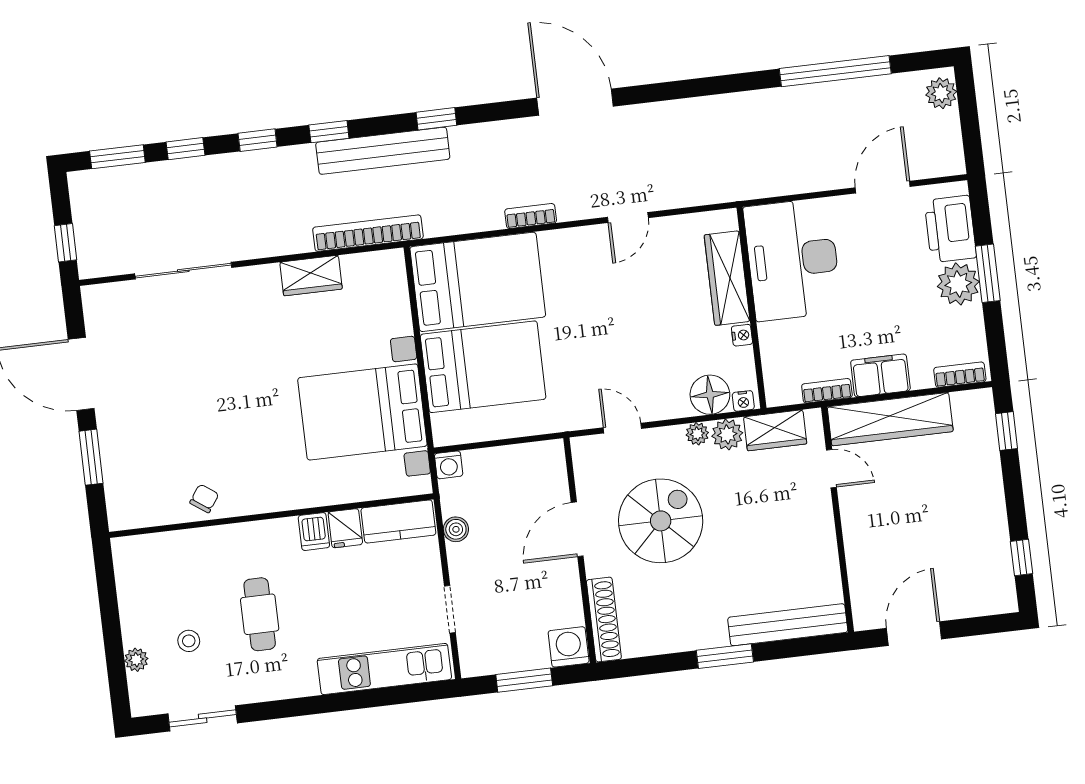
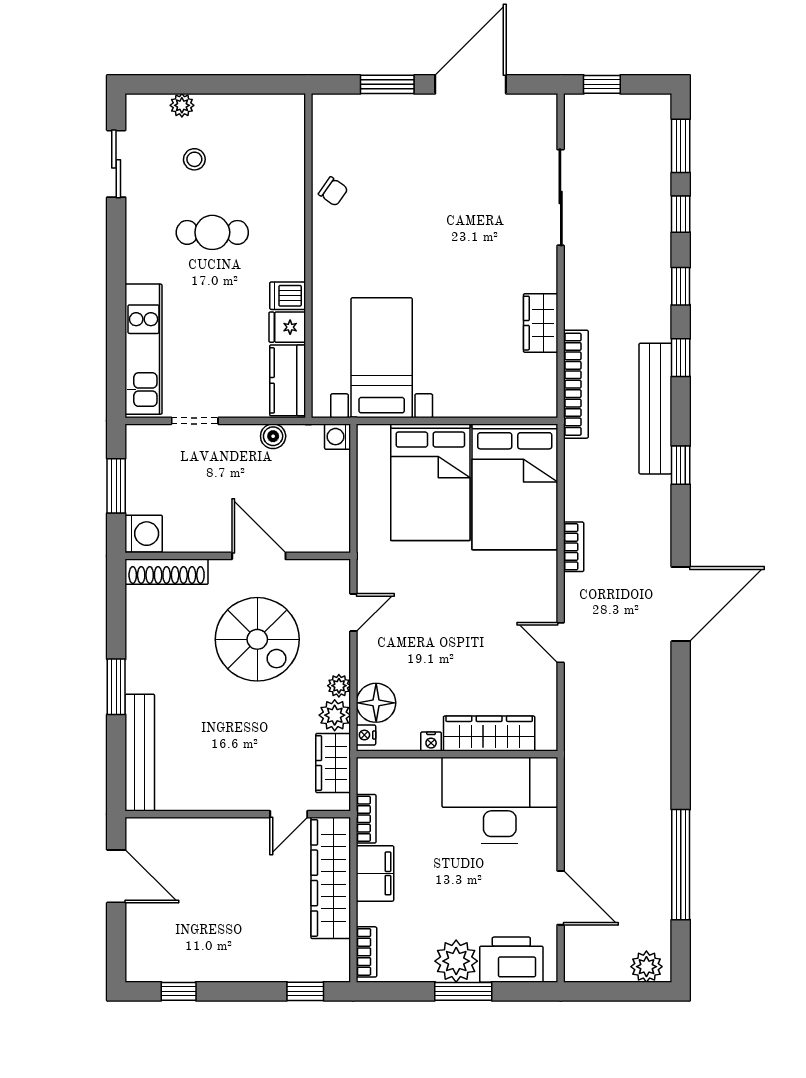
bed with nightstands: (362, 412) -> (382, 358), width x0.73

